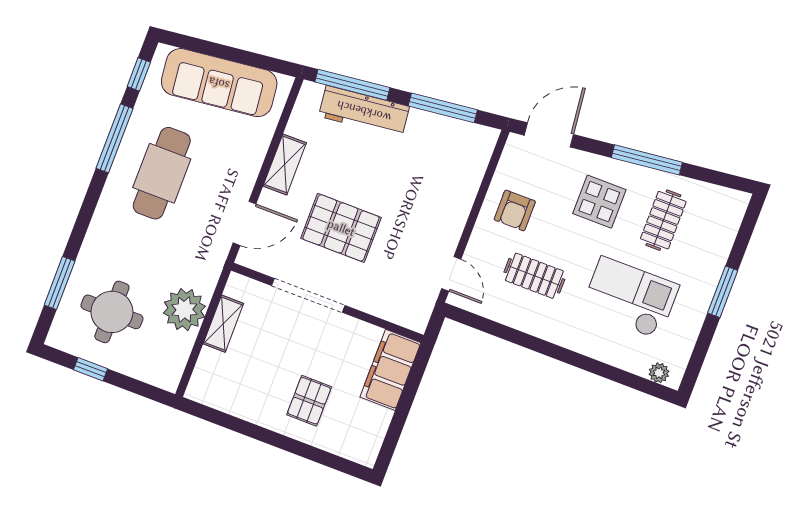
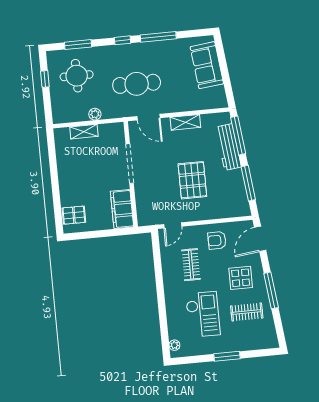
window: (139, 74) -> (122, 40), moved
sofa: (219, 83) -> (207, 65), width x0.73
door: (549, 135) -> (260, 239), swing flipped
cafe table: (162, 173) -> (137, 84), moved
pallet: (341, 228) -> (192, 180), moved
plant: (184, 310) -> (95, 114), width x0.53, depth x0.53
shelving: (223, 324) -> (84, 132), moved
filing cabinet: (390, 370) -> (122, 209), moved, turned -90
pallet: (309, 401) -> (74, 215), moved

